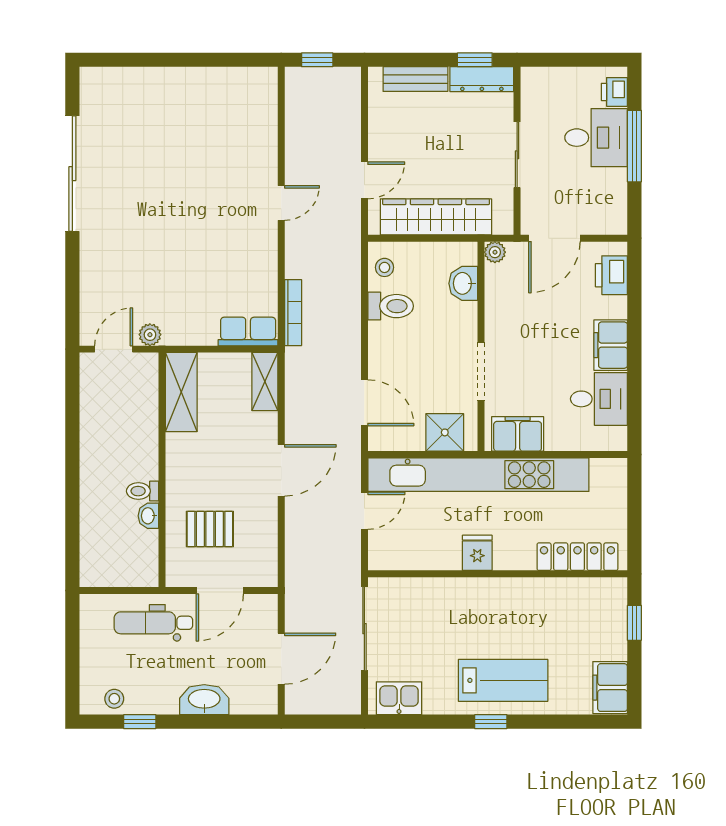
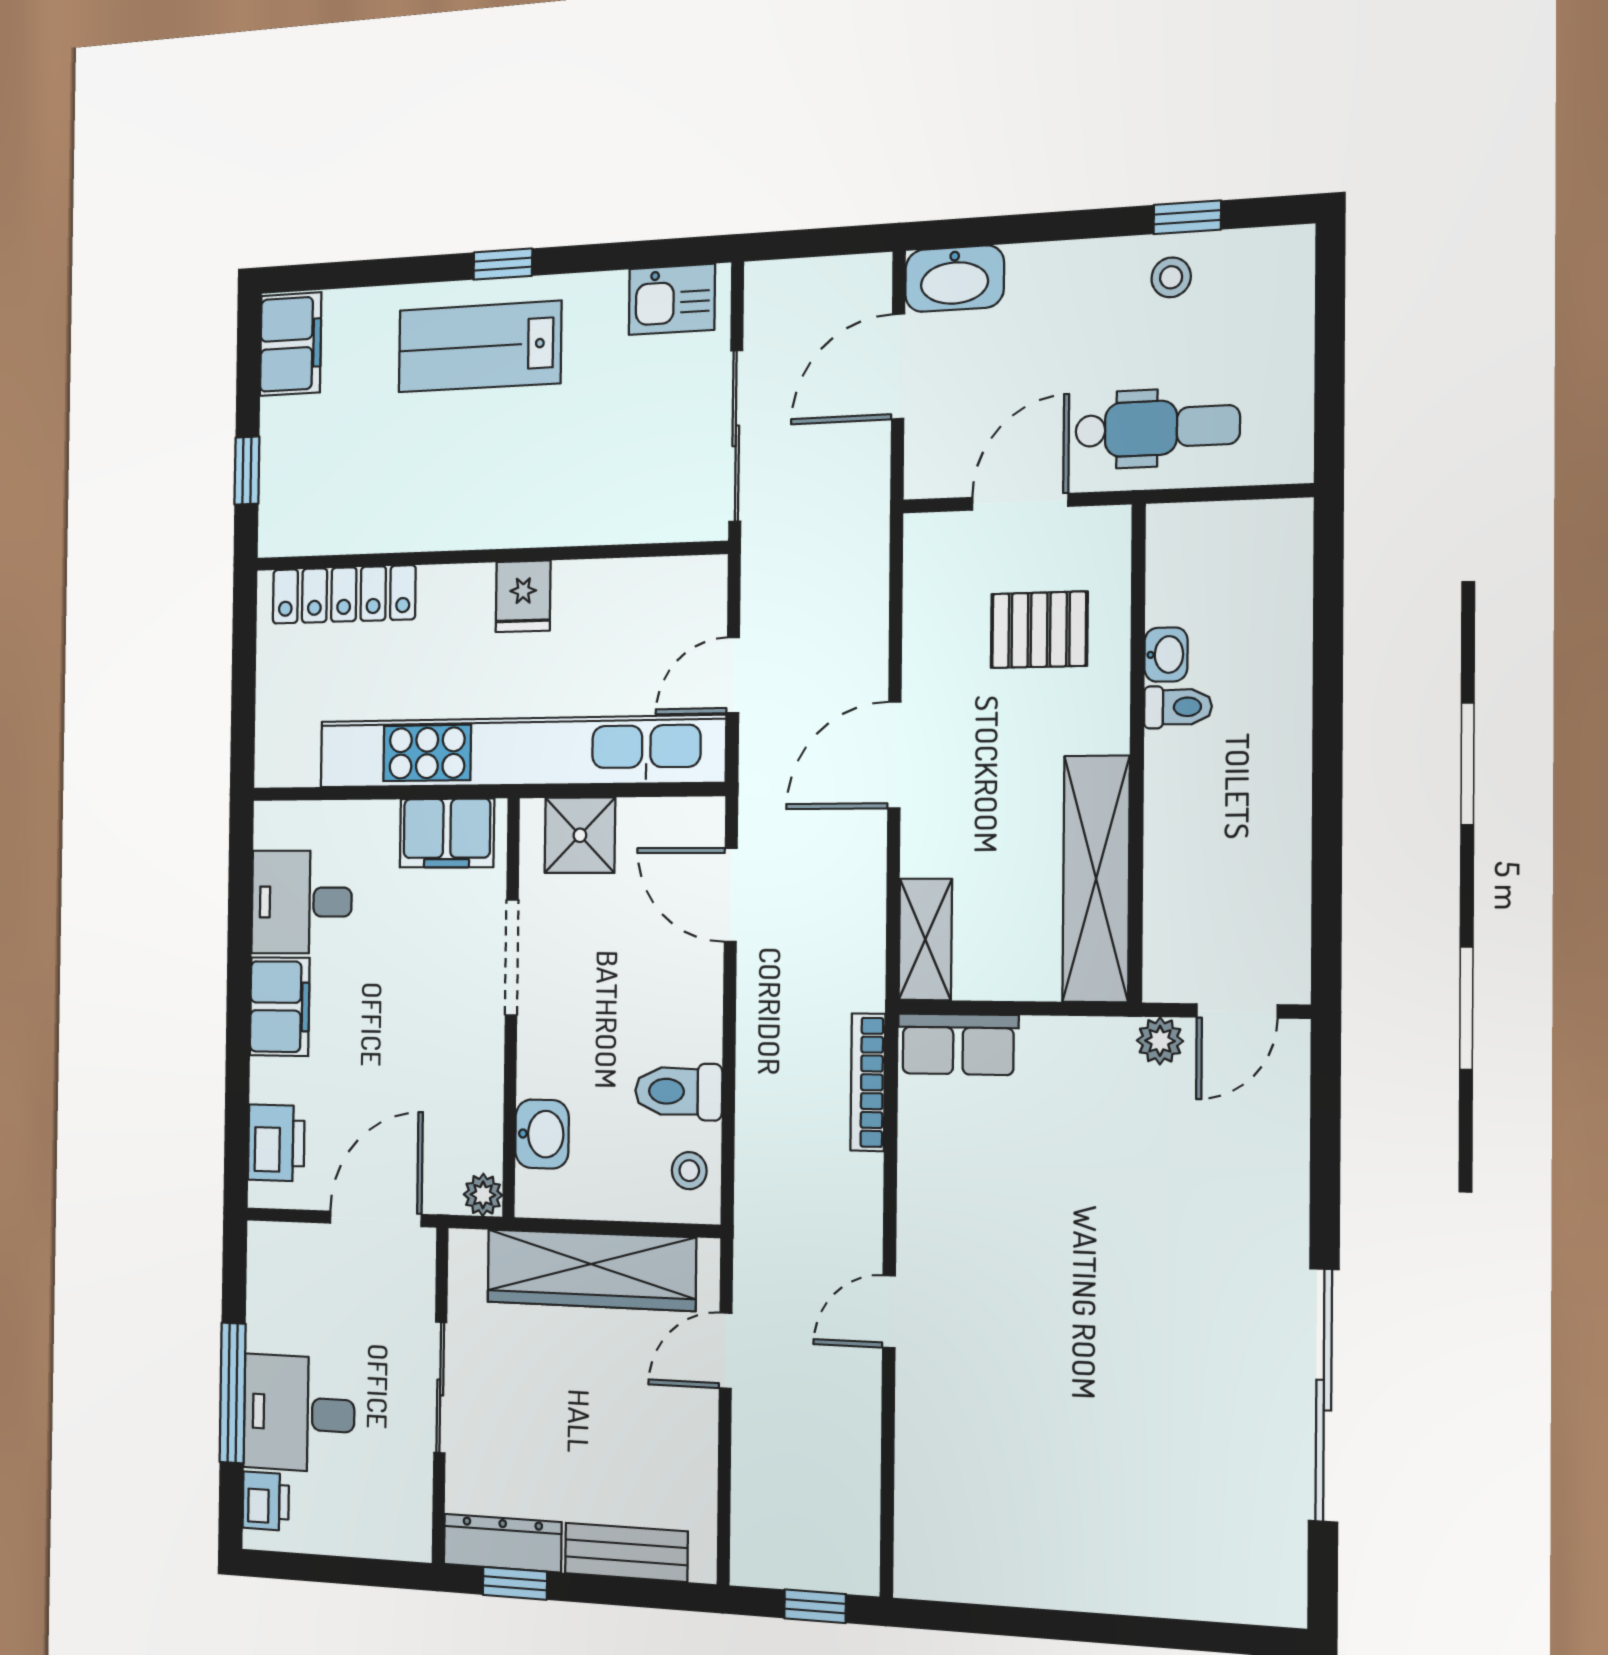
shelving: (181, 392) -> (1096, 879), width x1.47
stool: (114, 699) -> (1171, 277), moved
washbasin: (204, 700) -> (955, 279), moved

